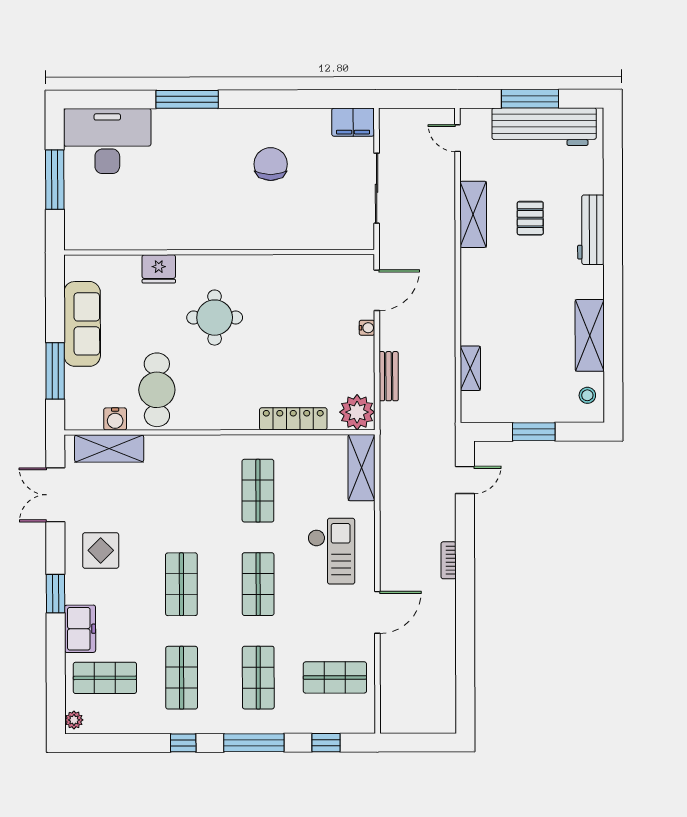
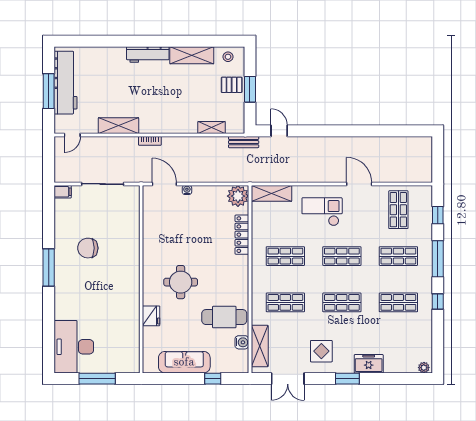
window: (187, 99) -> (49, 267), moved
filing cabinet: (353, 122) -> (63, 192), width x0.50
pallet: (530, 218) -> (232, 85), moved
workbench: (591, 230) -> (148, 54), moved
window: (55, 371) -> (213, 379), width x0.46
bench: (389, 376) -> (244, 142), moved
bookcase: (449, 560) -> (150, 141), moved
shop shelf: (105, 678) -> (285, 302), moved, turned 90

